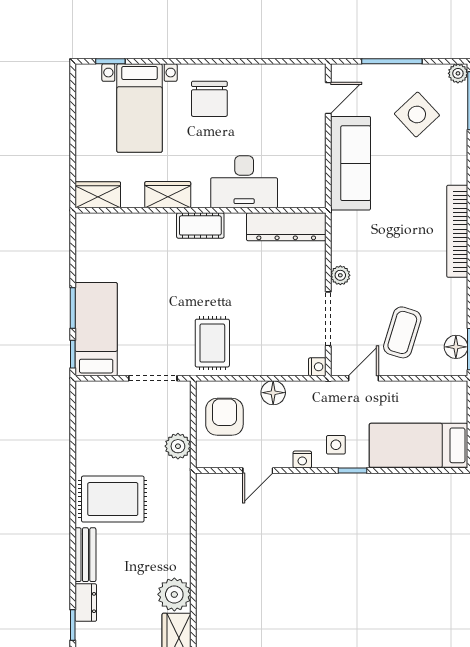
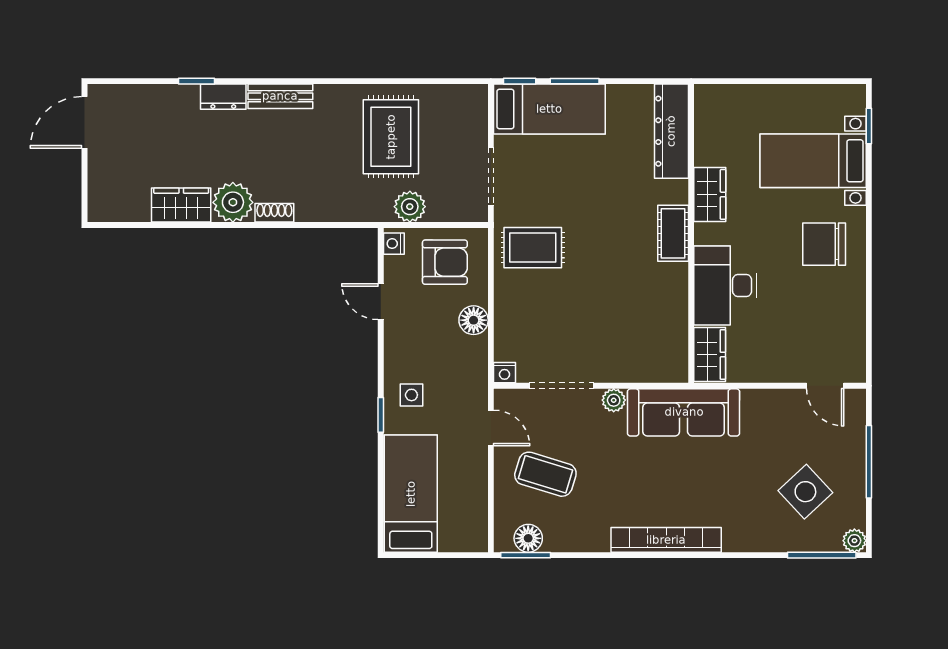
sofa: (350, 163) -> (684, 412), moved
wardrobe: (98, 195) -> (710, 355), moved
dresser: (286, 227) -> (671, 131), moved
nightstand: (302, 460) -> (394, 244), moved
rug: (113, 499) -> (391, 137), moved
shoe rack: (183, 560) -> (274, 213), added

